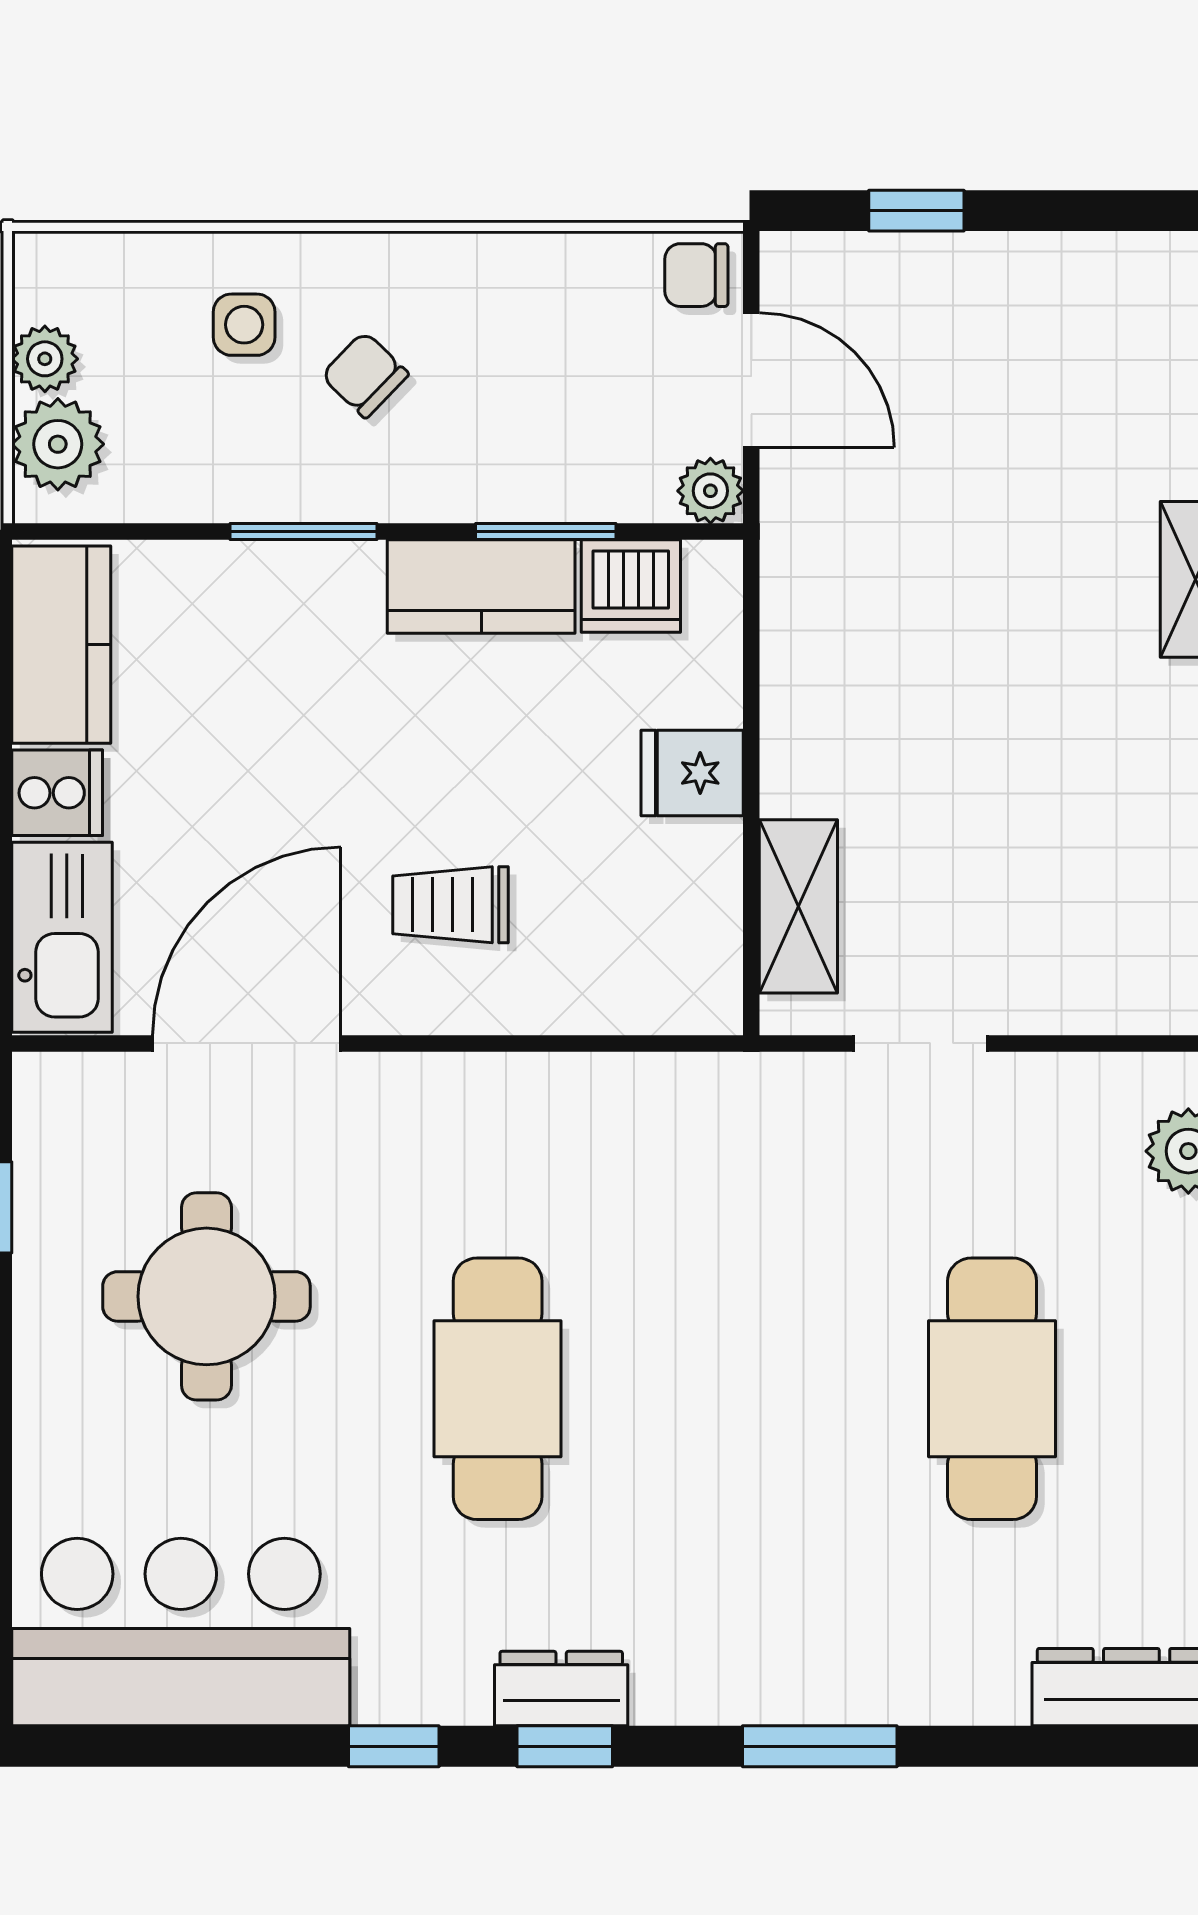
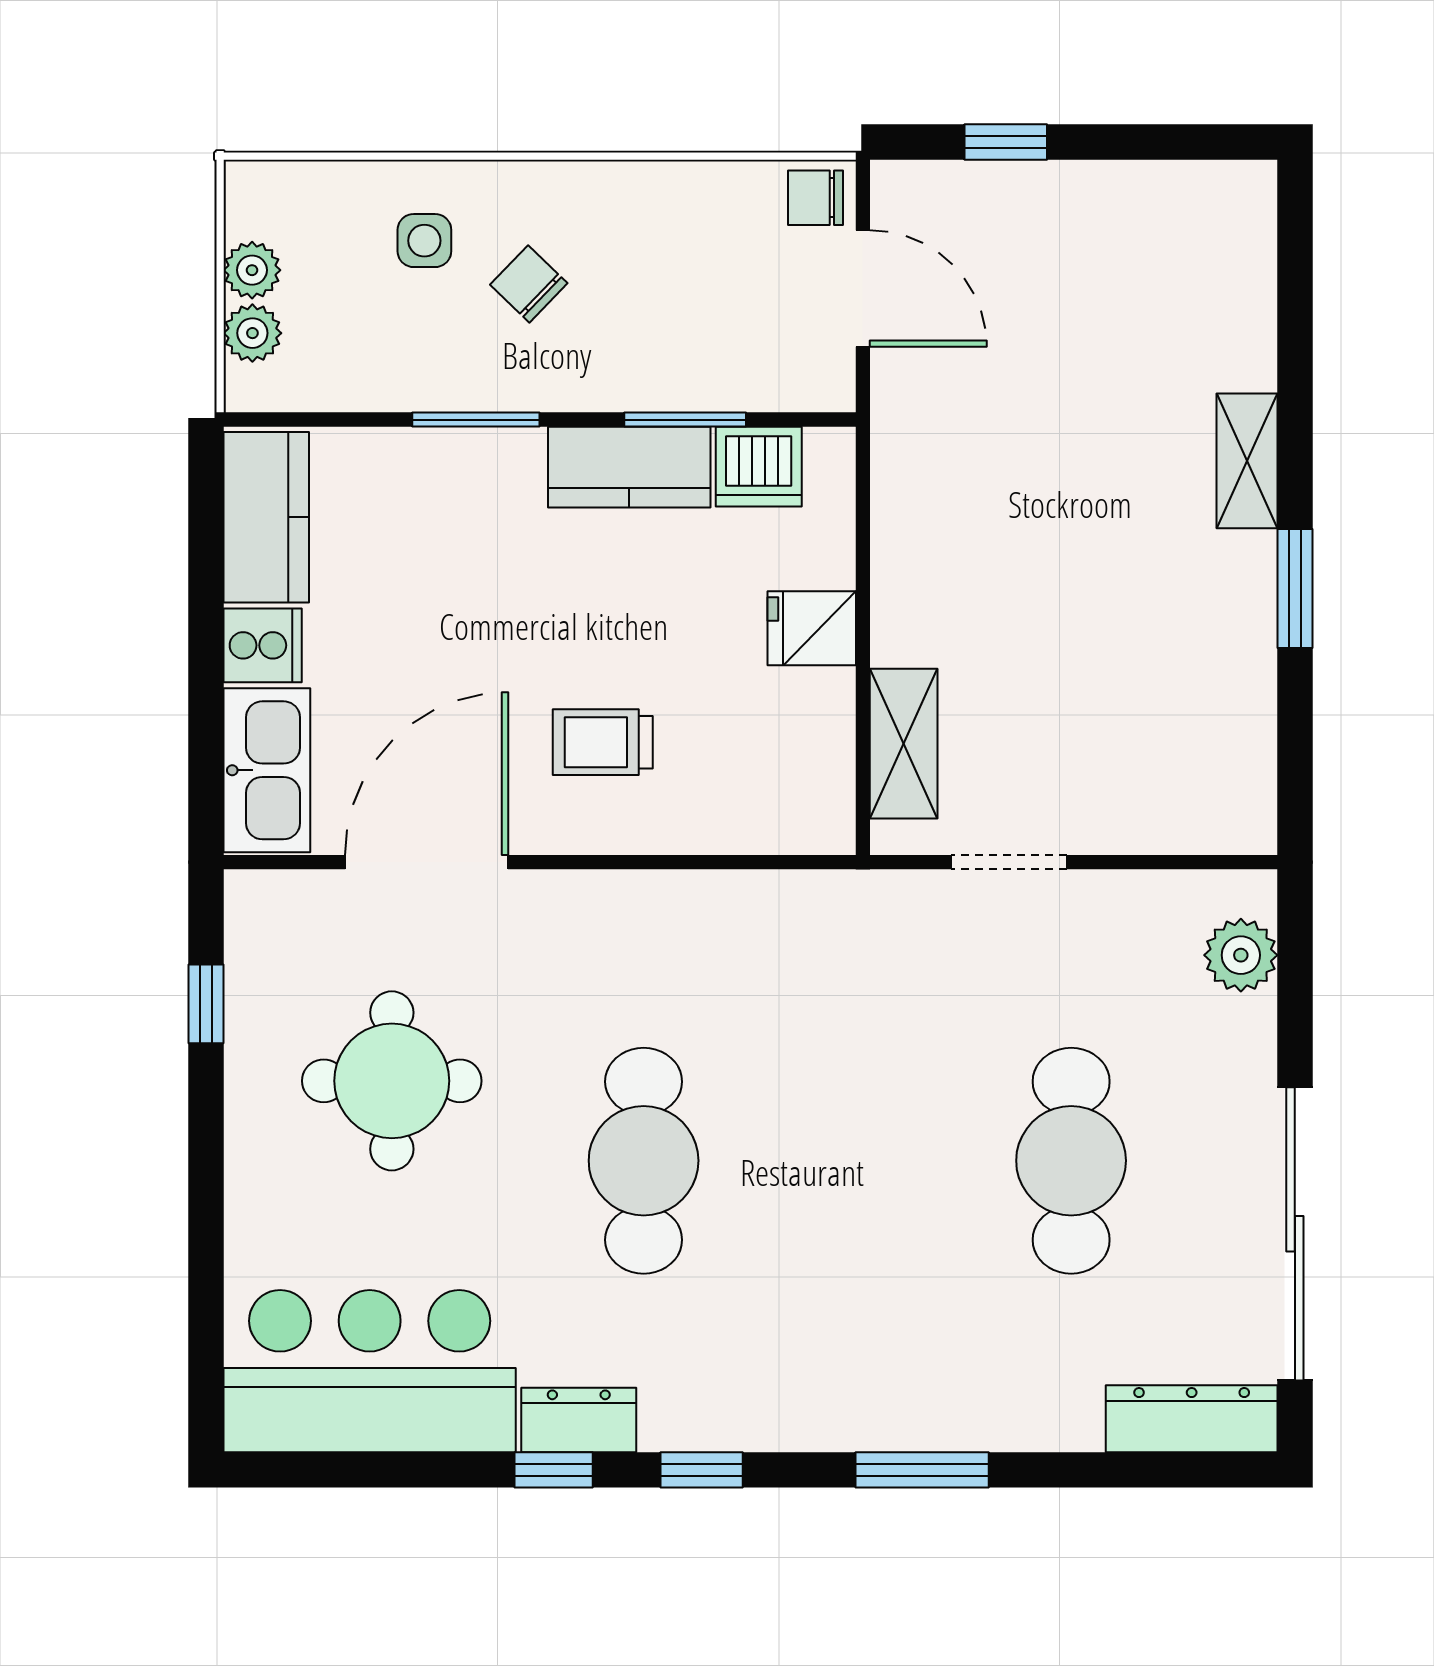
plant: (58, 444) -> (252, 333), width x0.73, depth x0.73
plant: (710, 491) -> (828, 384), removed
dresser: (561, 1689) -> (579, 1420), moved

